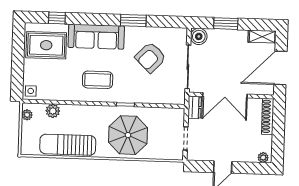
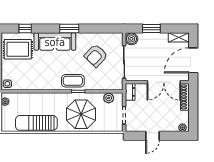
window: (133, 21) -> (69, 29), moved
coffee table: (98, 80) -> (73, 81), moved
double door: (225, 95) -> (164, 82), moved
plant: (53, 111) -> (109, 98), moved

